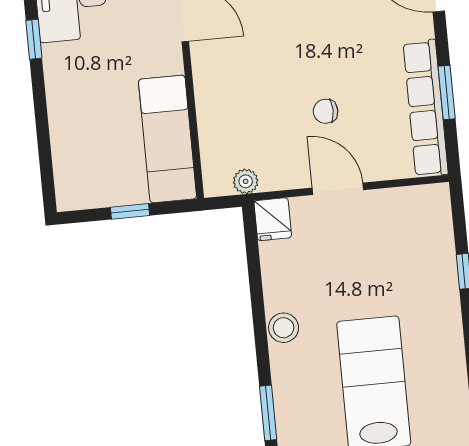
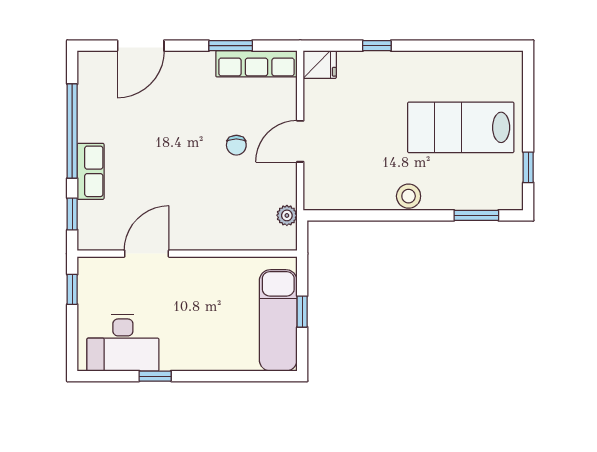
row of seats: (426, 108) -> (256, 64), width x0.73
exam couch: (167, 139) -> (278, 320), moved, turned 90
fridge: (273, 219) -> (320, 65), moved

